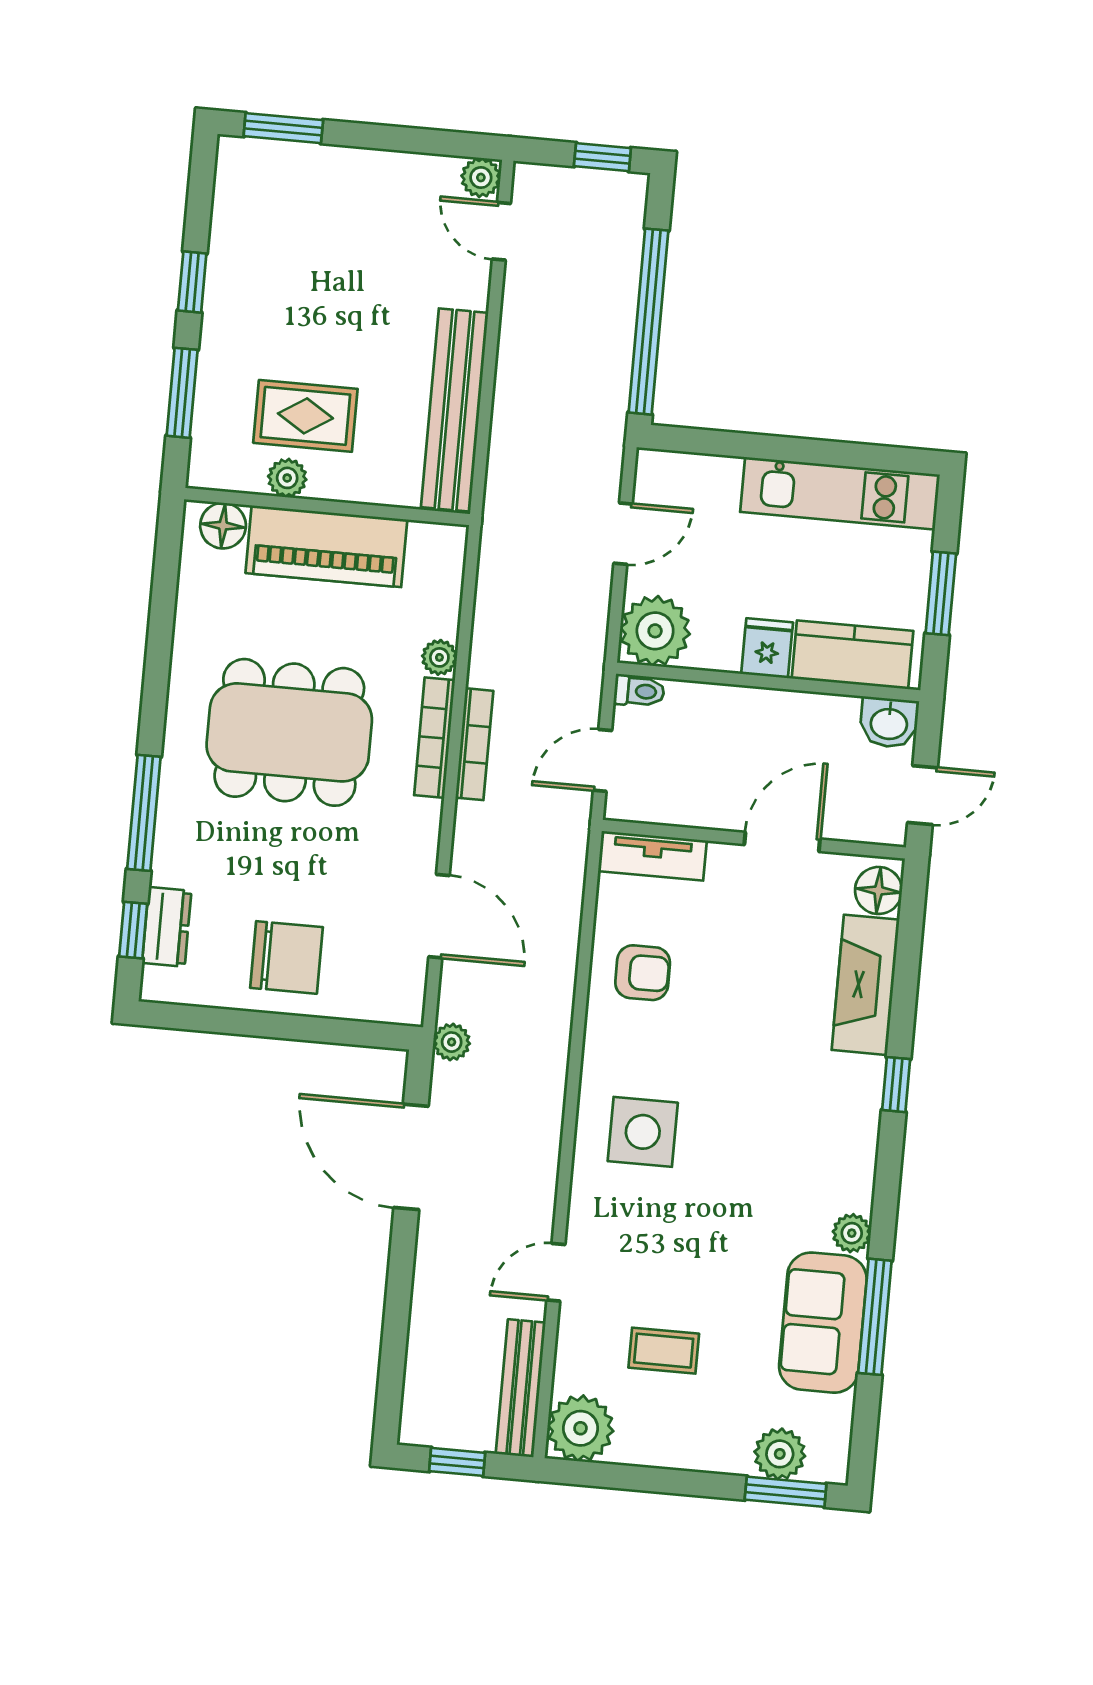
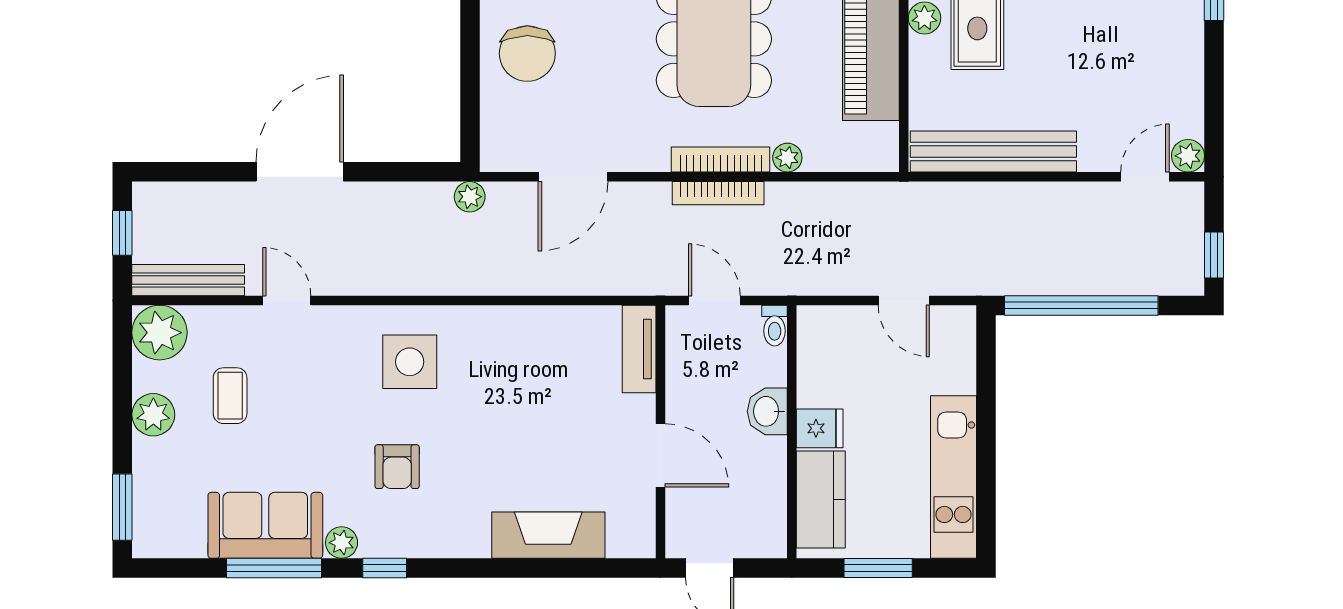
plant: (655, 631) -> (826, 334), removed
washbasin: (889, 723) -> (767, 411), moved
floor lamp: (879, 890) -> (627, 539), removed
armchair: (643, 973) -> (397, 467), moved
window: (896, 1085) -> (385, 568), moved
door: (411, 1157) -> (300, 172), moved
plant: (780, 1454) -> (153, 415), moved

